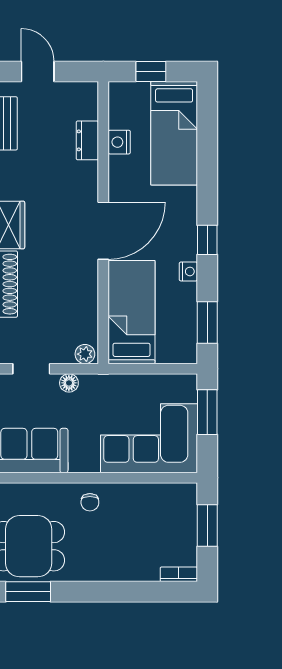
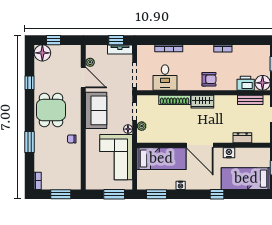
nightstand: (119, 142) -> (229, 153), moved
window: (207, 240) -> (217, 194), moved
plant: (85, 354) -> (142, 126), moved
corner sofa: (149, 438) -> (116, 157), moved, turned 180
window: (28, 592) -> (30, 142), moved

